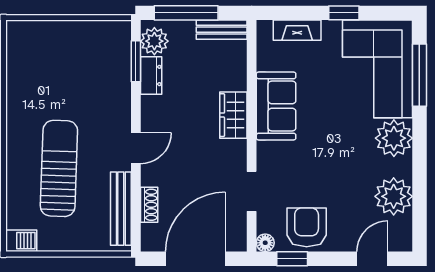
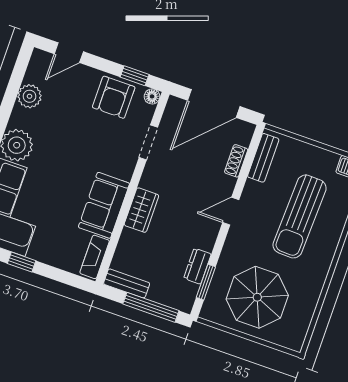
fireplace: (297, 30) -> (95, 257), moved, turned -90
plant: (154, 41) -> (185, 293), removed
parasol: (74, 64) -> (257, 297), added
plant: (394, 196) -> (30, 96), width x0.73, depth x0.73
bench: (121, 209) -> (263, 158), width x0.73

